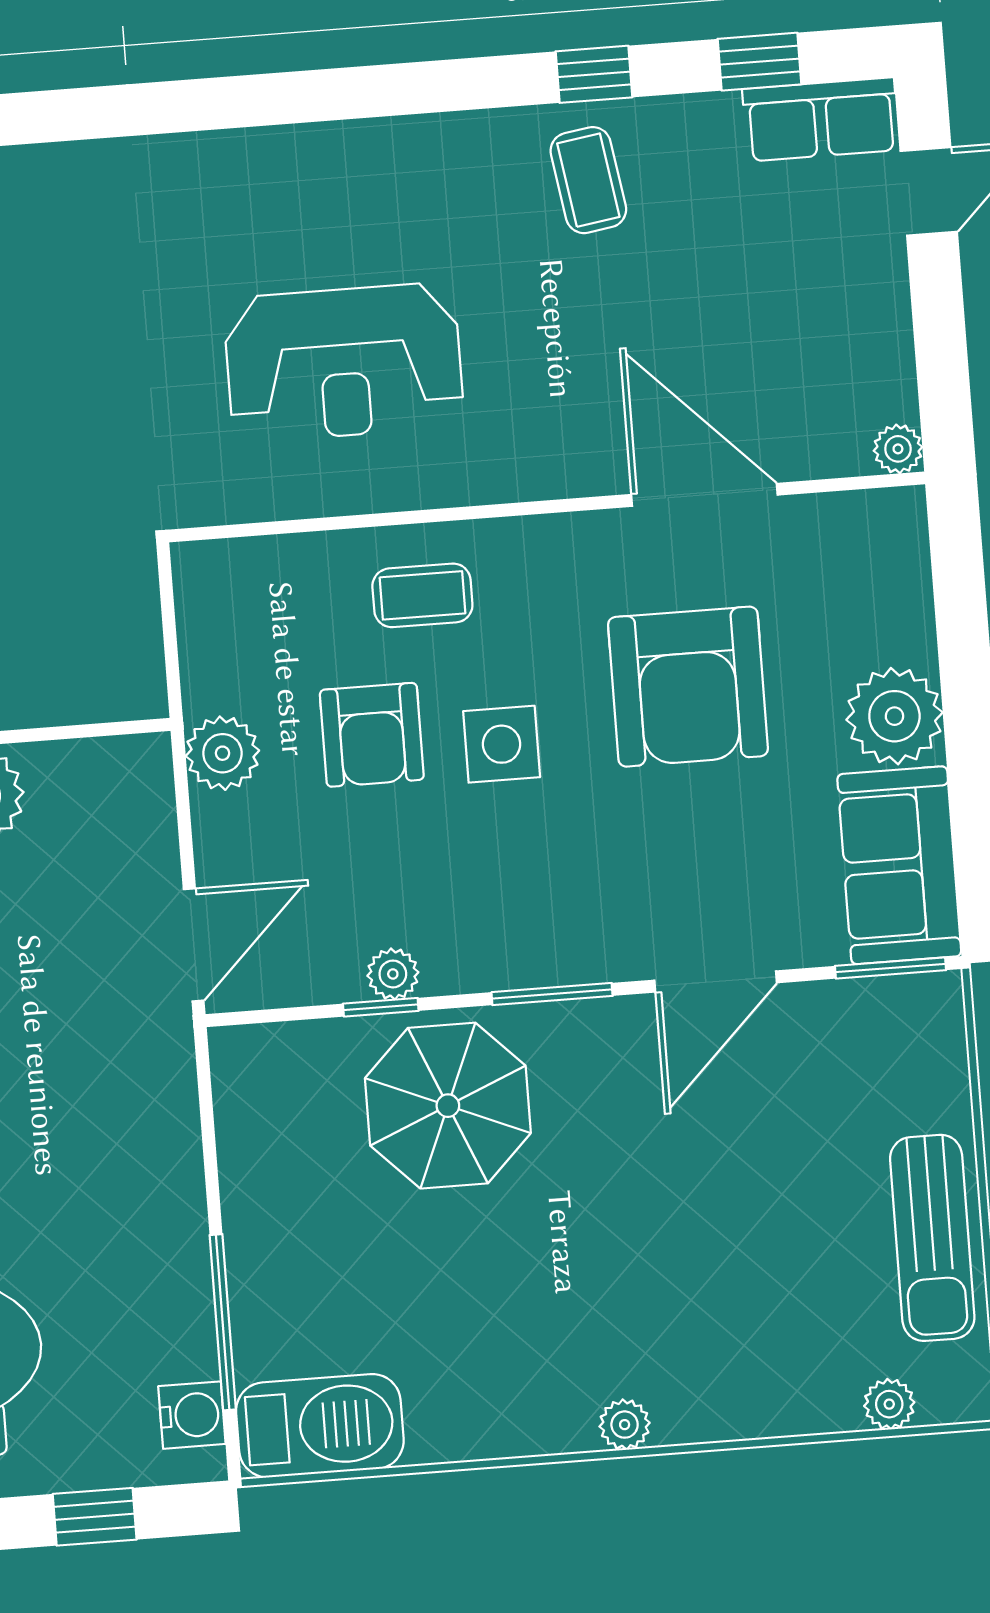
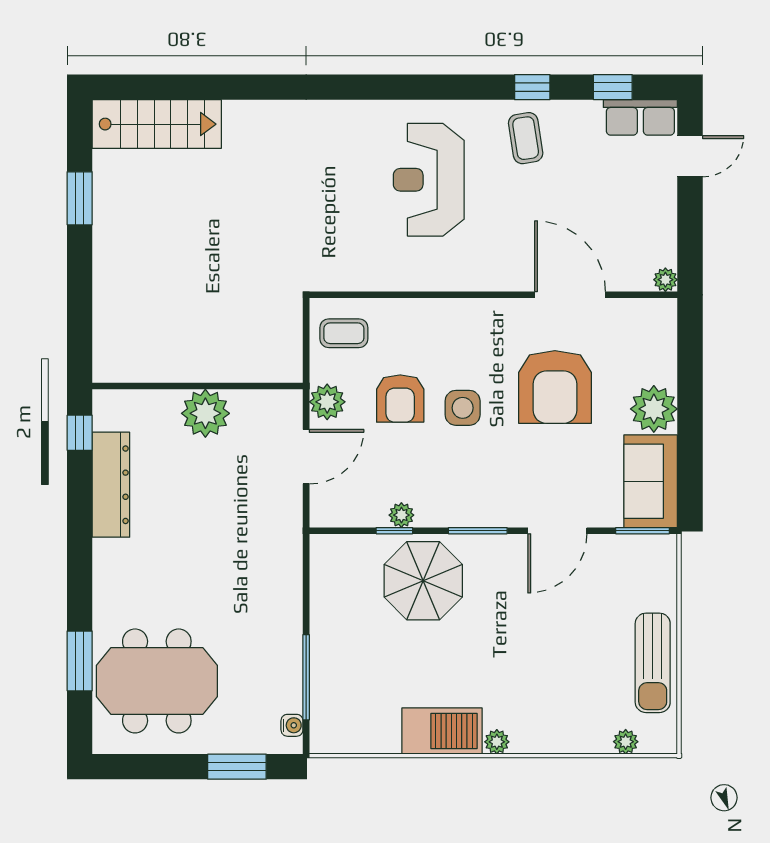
reception desk: (344, 362) -> (429, 180), moved, turned 90
coffee table: (422, 595) -> (344, 333), moved
door: (194, 945) -> (306, 457), moved
water cooler: (192, 1415) -> (292, 725), width x0.72, depth x0.72
barbecue: (320, 1426) -> (442, 731), moved
window: (95, 1517) -> (237, 767), width x1.50

